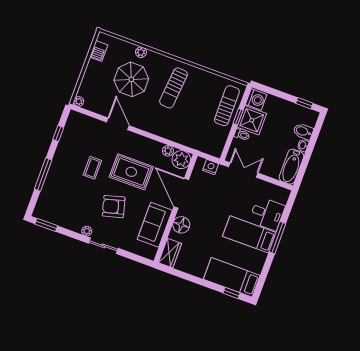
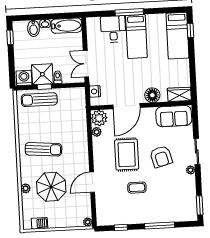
sofa: (155, 225) -> (174, 116), moved

